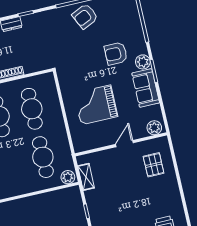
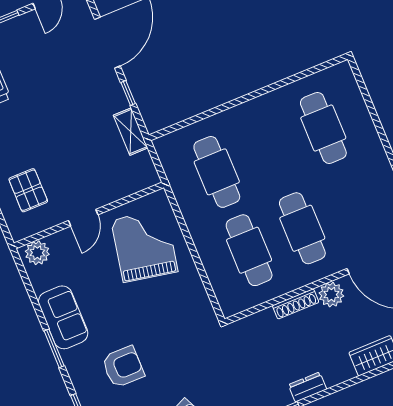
plant: (143, 62) -> (75, 360), removed
grand piano: (96, 105) -> (144, 246), moved, turned -79
plant: (68, 177) -> (169, 145), removed
shelving: (86, 177) -> (131, 132), moved

